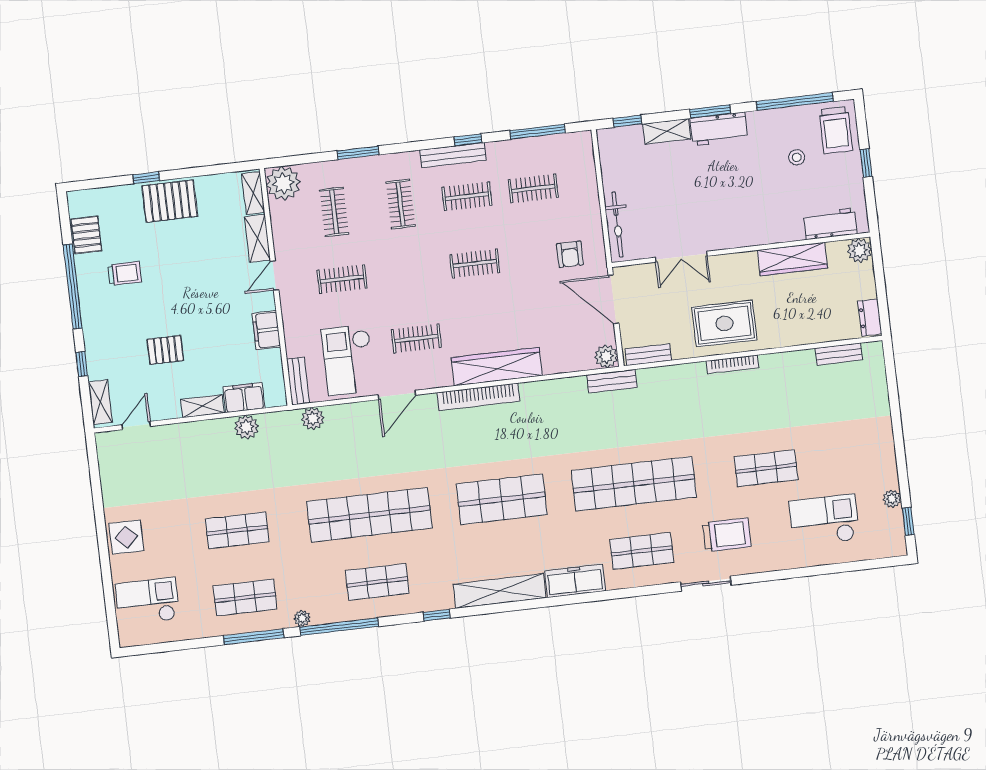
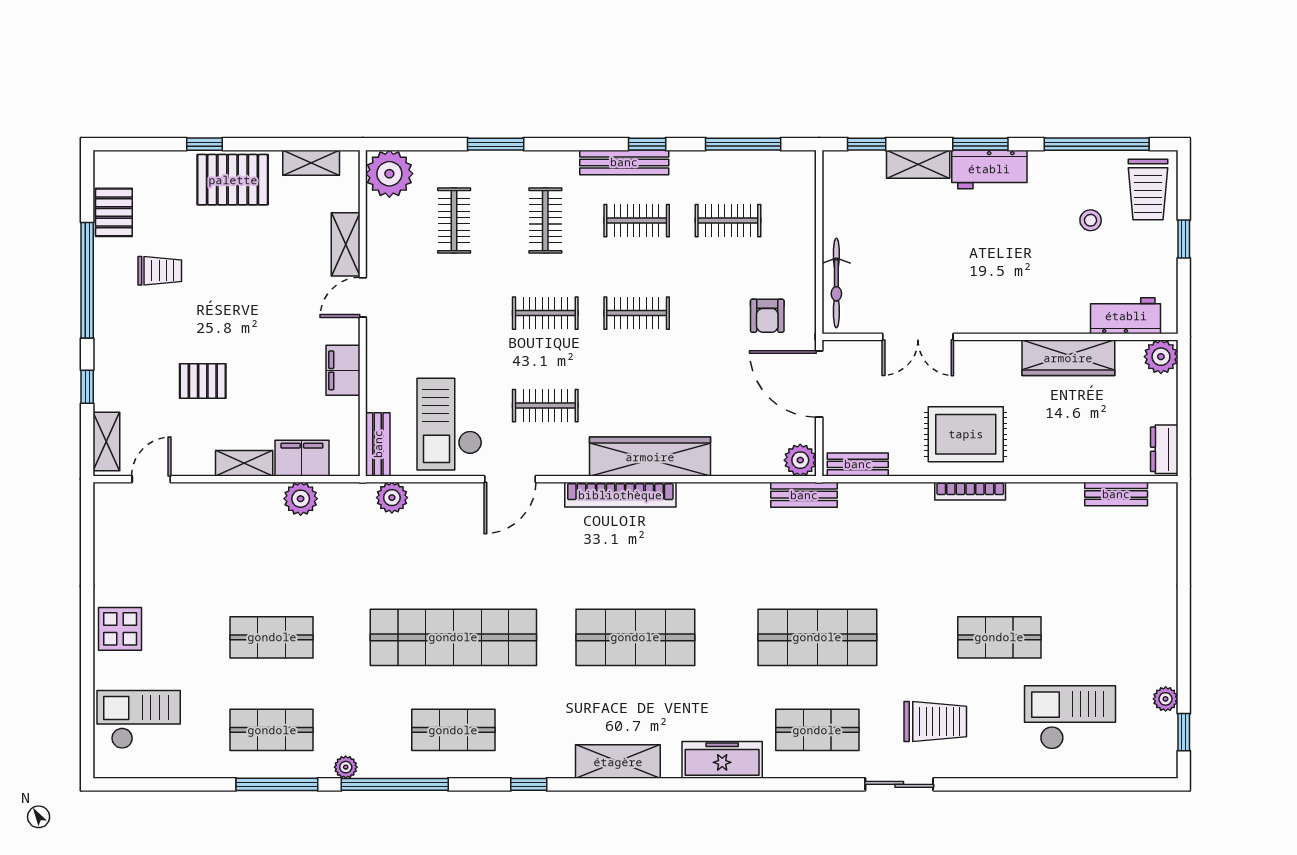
shelving: (253, 193) -> (311, 163), moved, turned 90
clothes rail: (342, 279) -> (545, 313), moved
shop shelf: (634, 484) -> (817, 637), width x0.71
shelving: (499, 591) -> (618, 762), width x0.68

